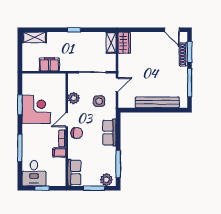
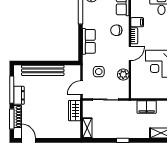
wardrobe: (124, 43) -> (74, 111), moved
dresser: (182, 77) -> (19, 95), added
chair: (77, 133) -> (116, 30), moved

